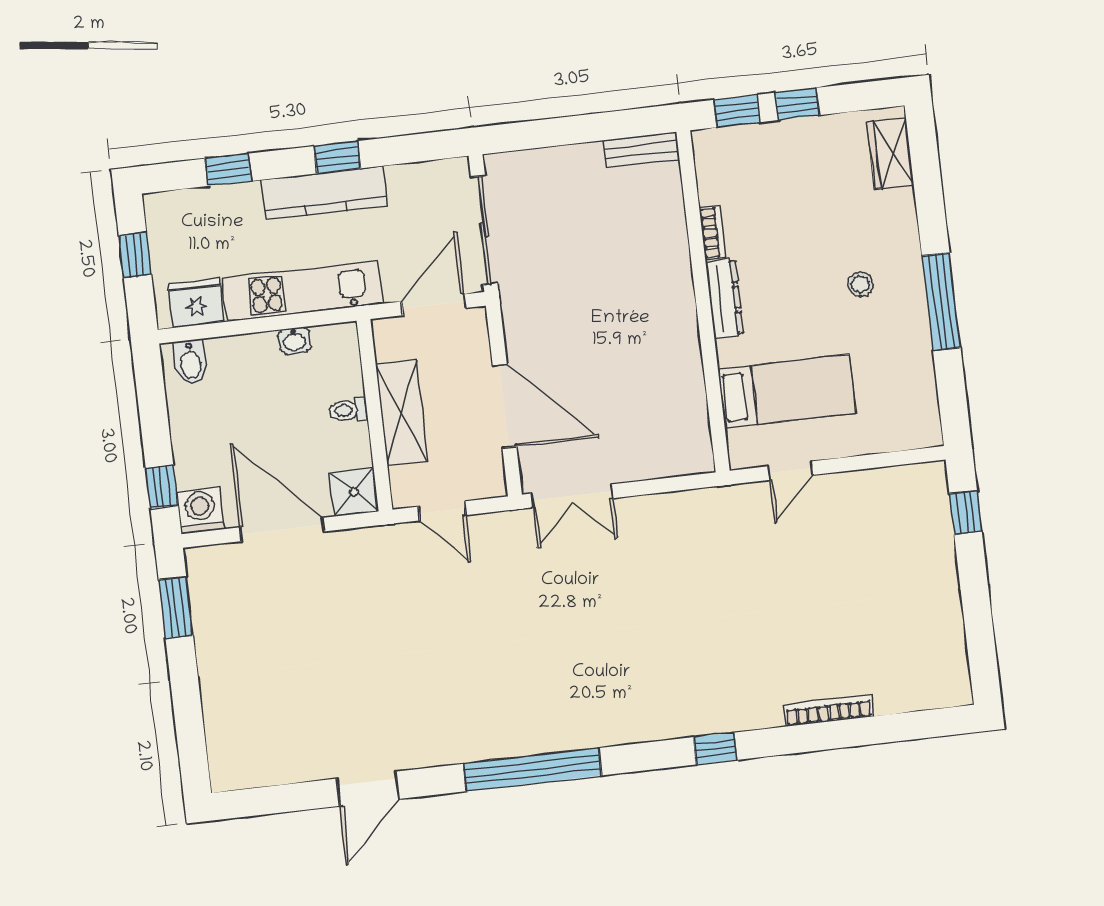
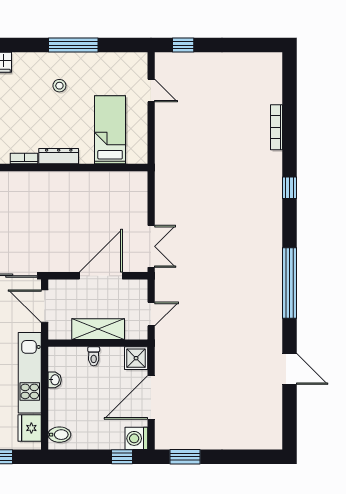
door: (790, 471) -> (151, 90), moved

